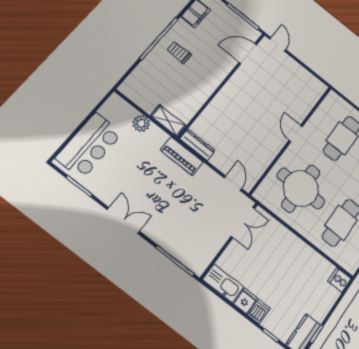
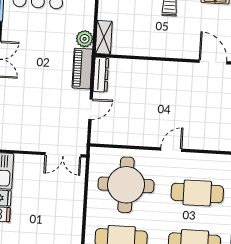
plant: (141, 123) -> (85, 39), moved
door: (233, 183) -> (91, 109), moved

